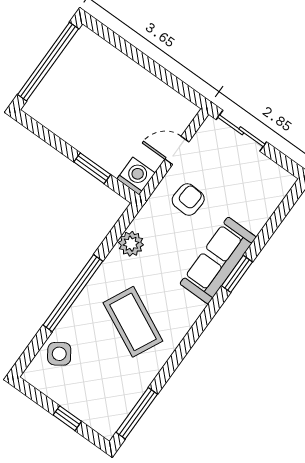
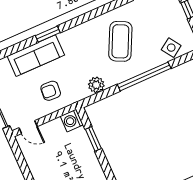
door: (177, 150) -> (28, 127), moved
sofa: (218, 260) -> (36, 56), moved

